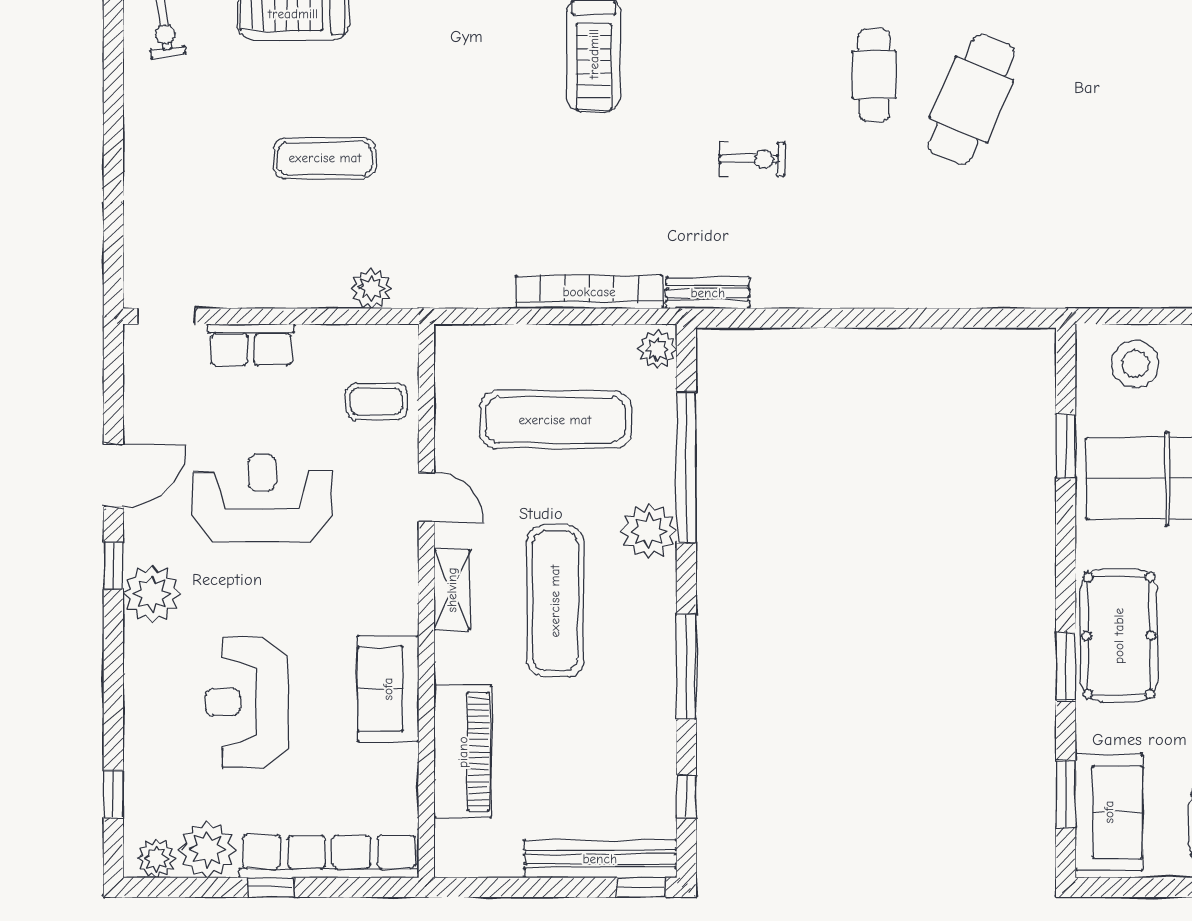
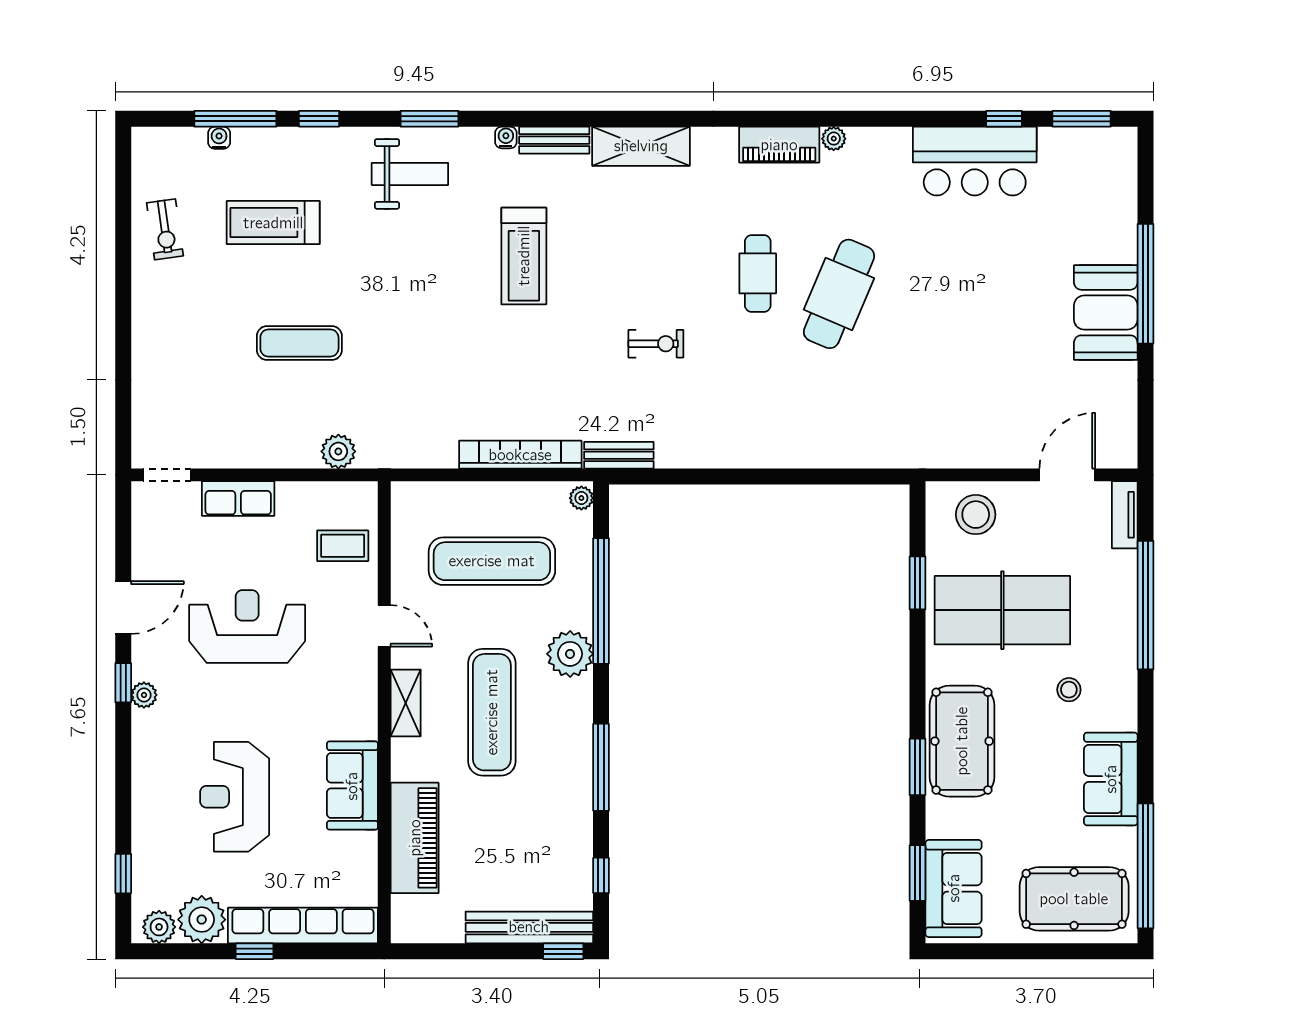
plant: (657, 349) -> (581, 498), width x0.73, depth x0.73
plant: (152, 594) -> (144, 695), width x0.53, depth x0.53

